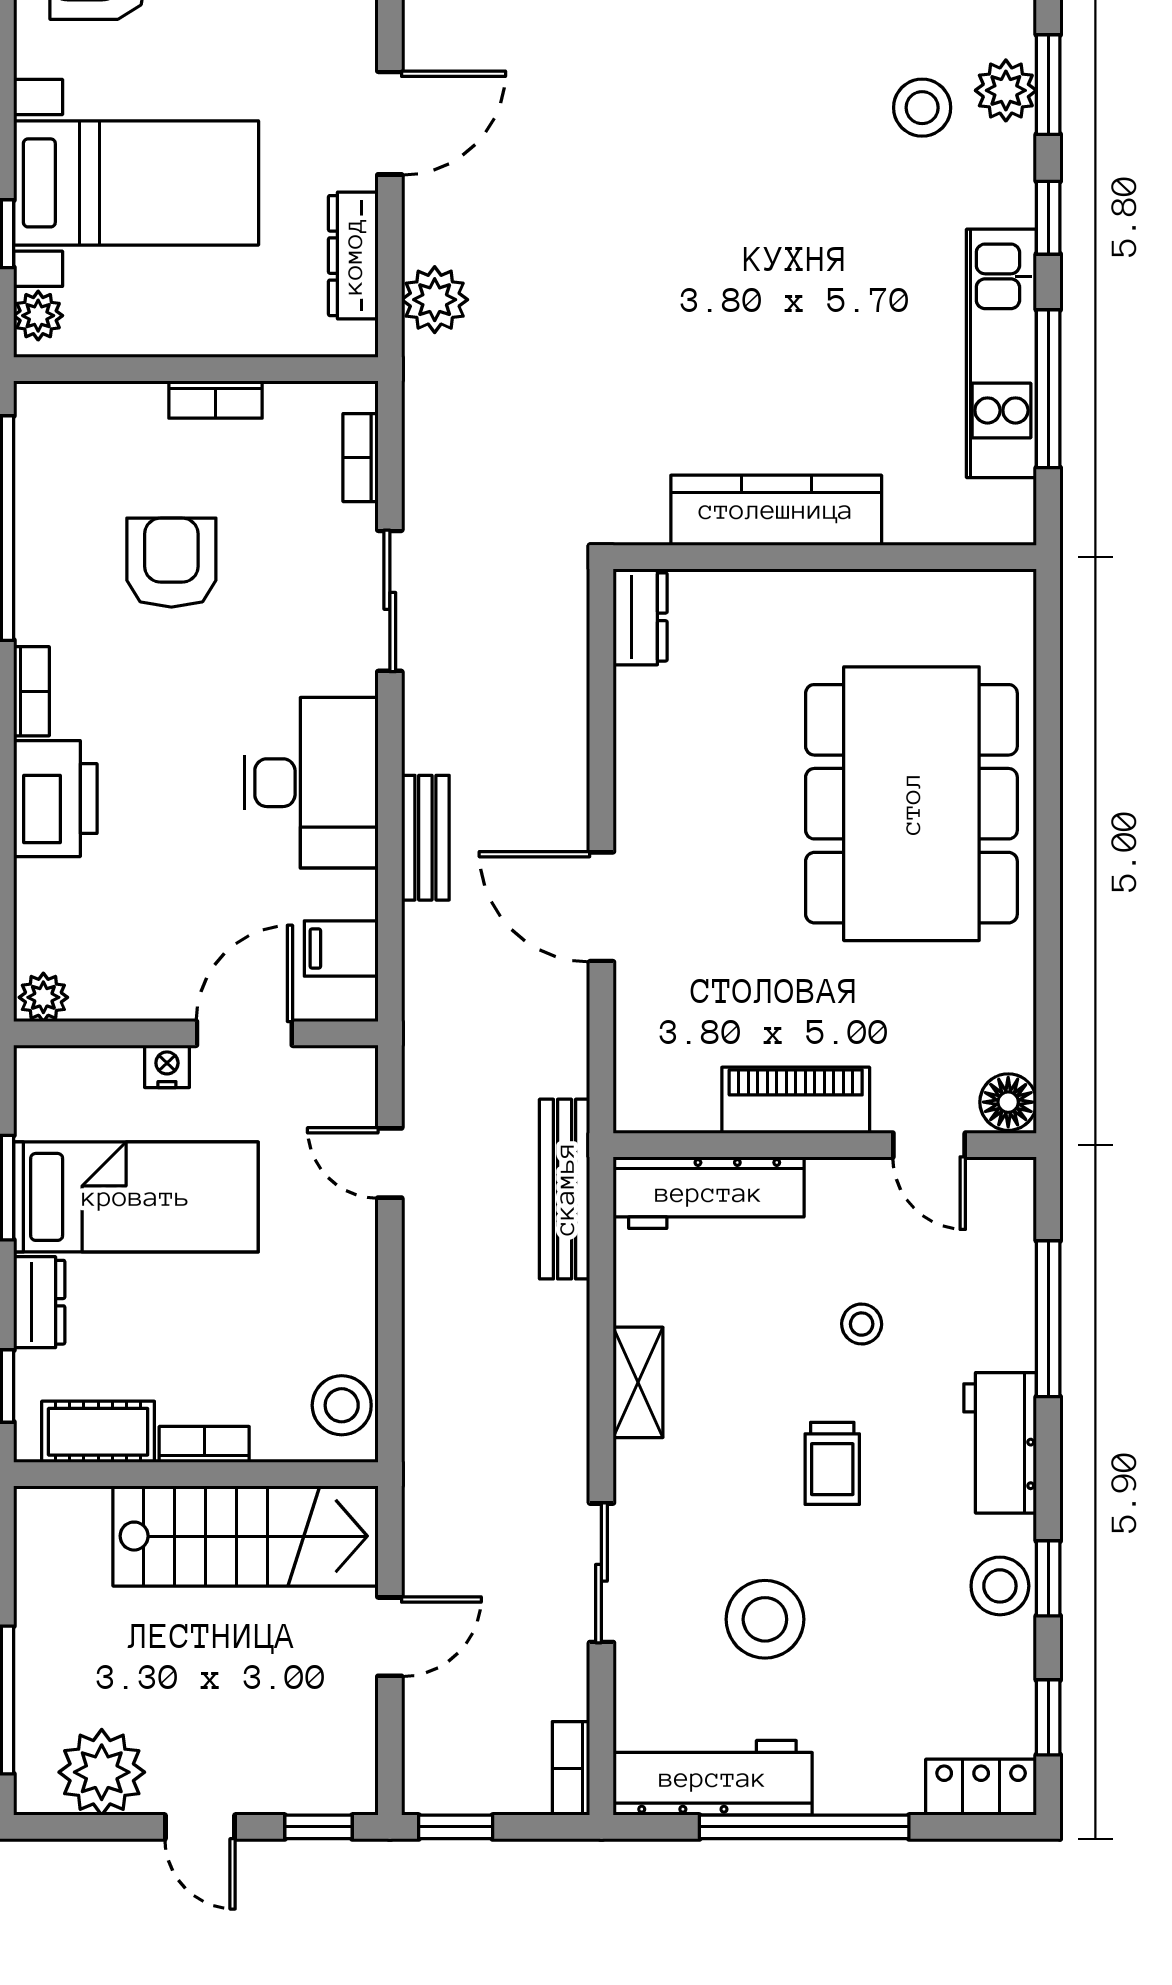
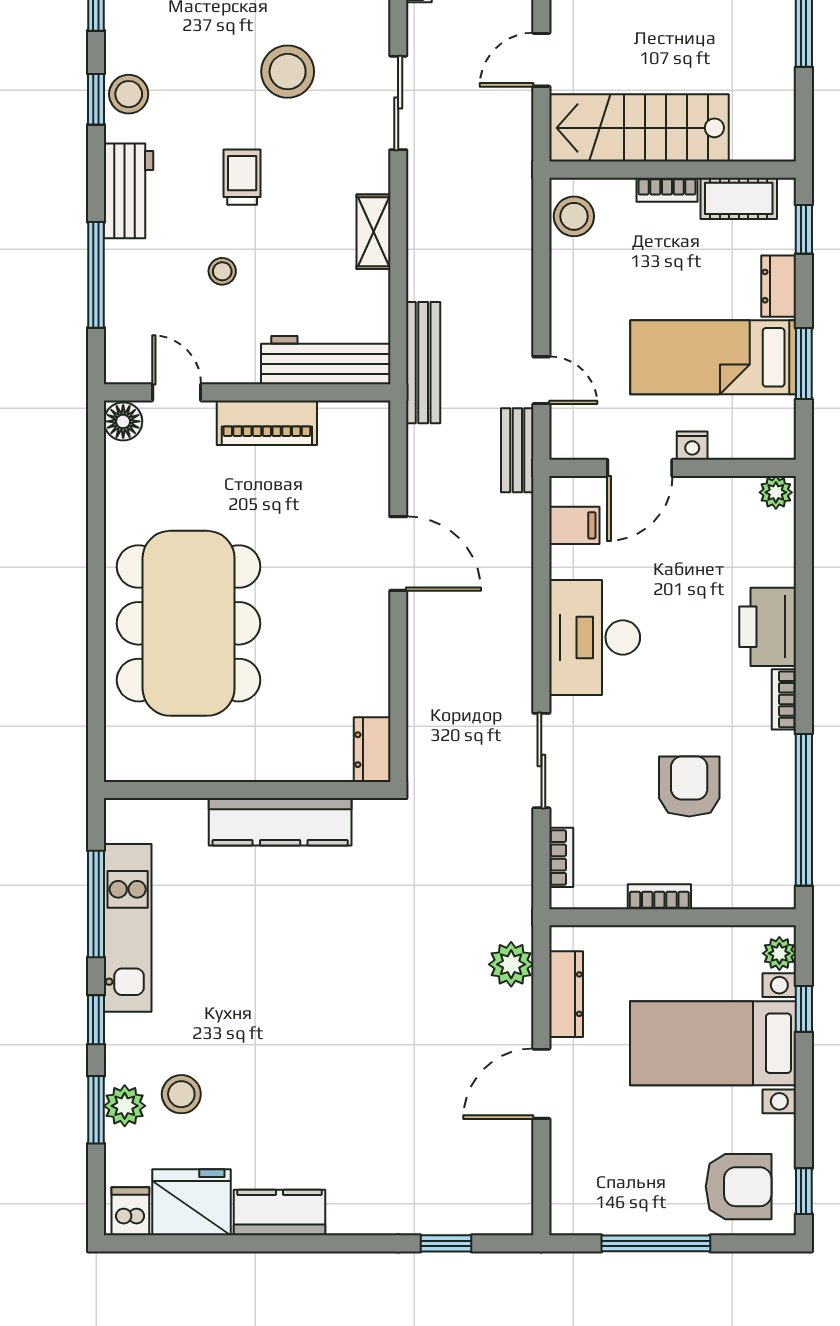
armchair: (171, 563) -> (689, 786), turned 180
bench: (425, 838) -> (517, 450), moved

